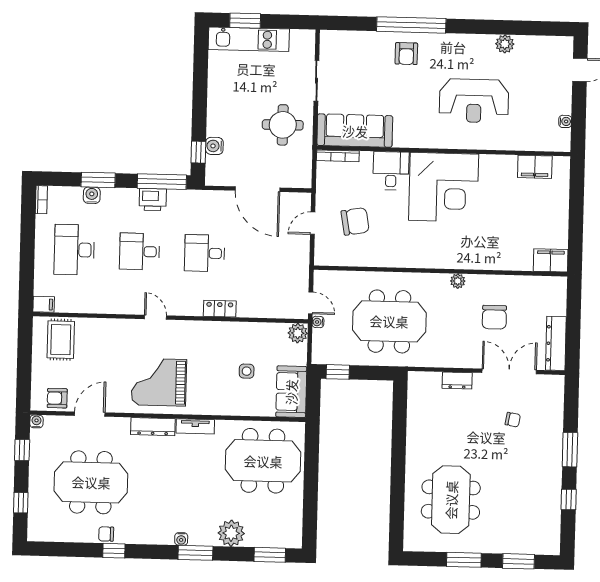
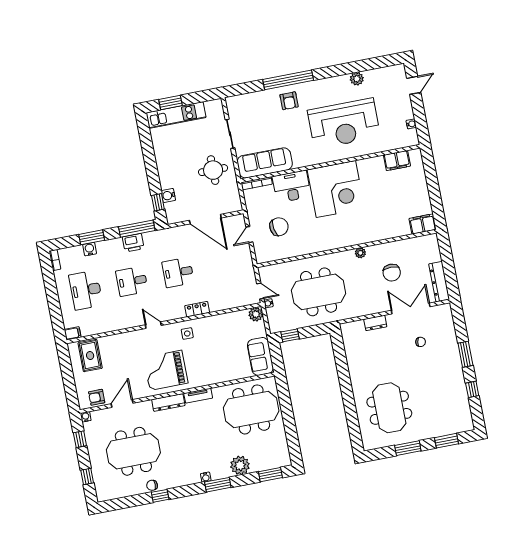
reception desk: (474, 101) -> (344, 123), width x1.36, depth x1.30
desk: (391, 171) -> (292, 186), width x1.37
side table: (247, 371) -> (187, 333), moved

